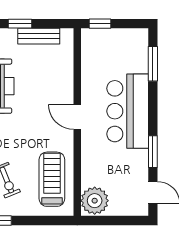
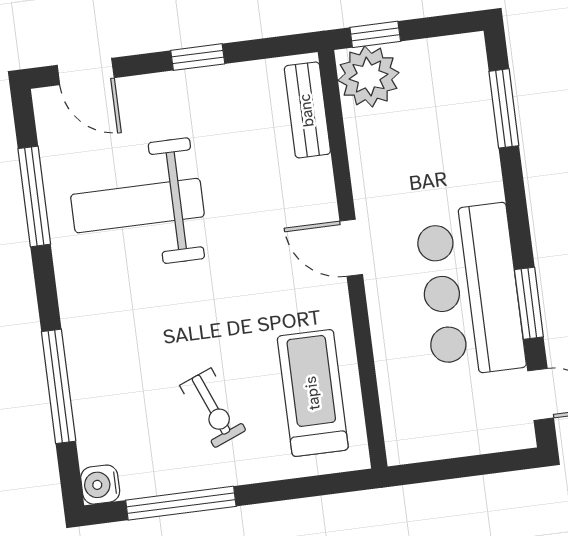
bench: (39, 36) -> (307, 110), moved, turned 90
bar counter: (128, 111) -> (470, 290), moved
plant: (95, 201) -> (369, 77), moved

